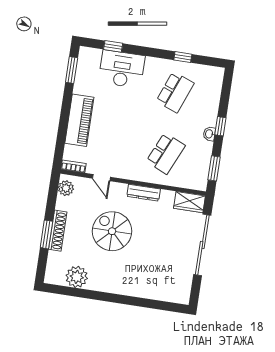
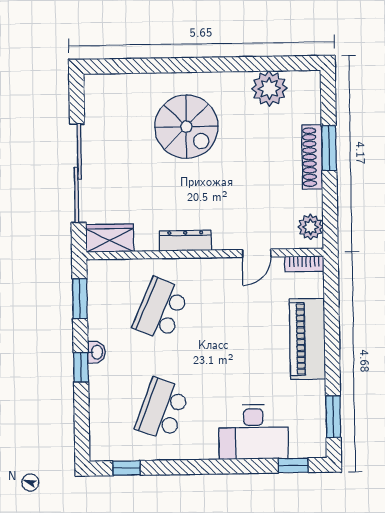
window: (113, 46) -> (293, 465), moved
window: (183, 57) -> (126, 468), moved
door: (101, 178) -> (257, 253), swing flipped
spiral stairs: (112, 231) -> (186, 127), moved

